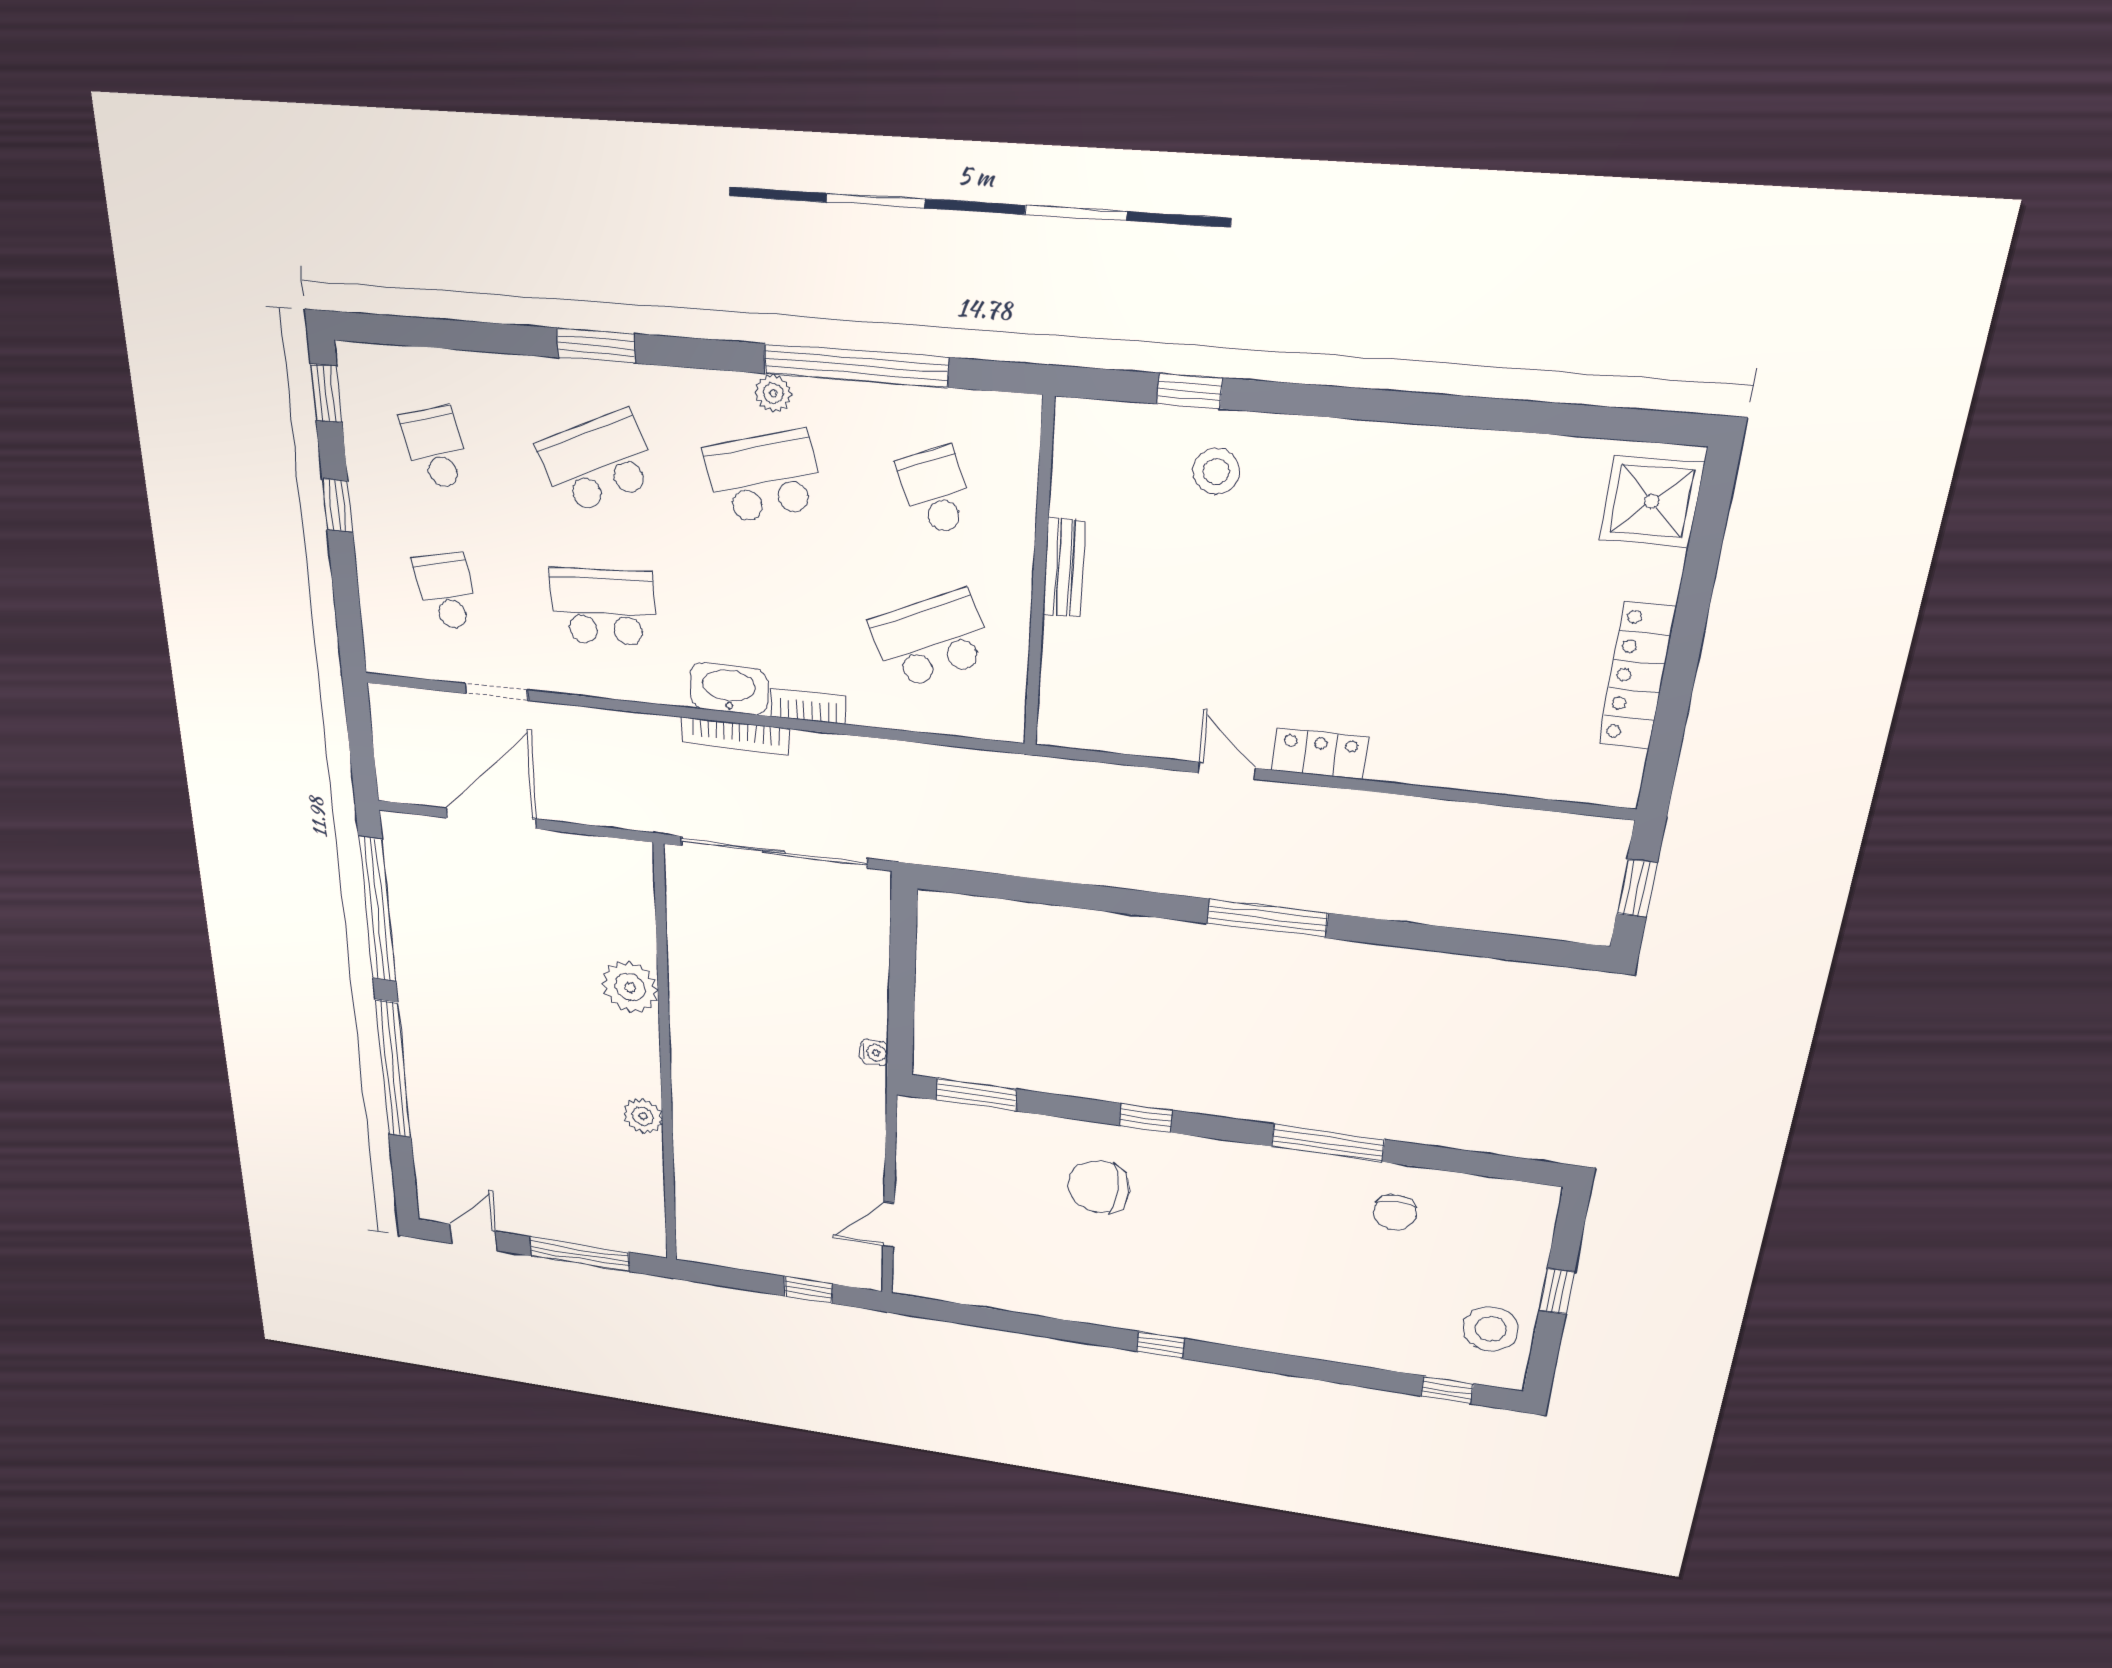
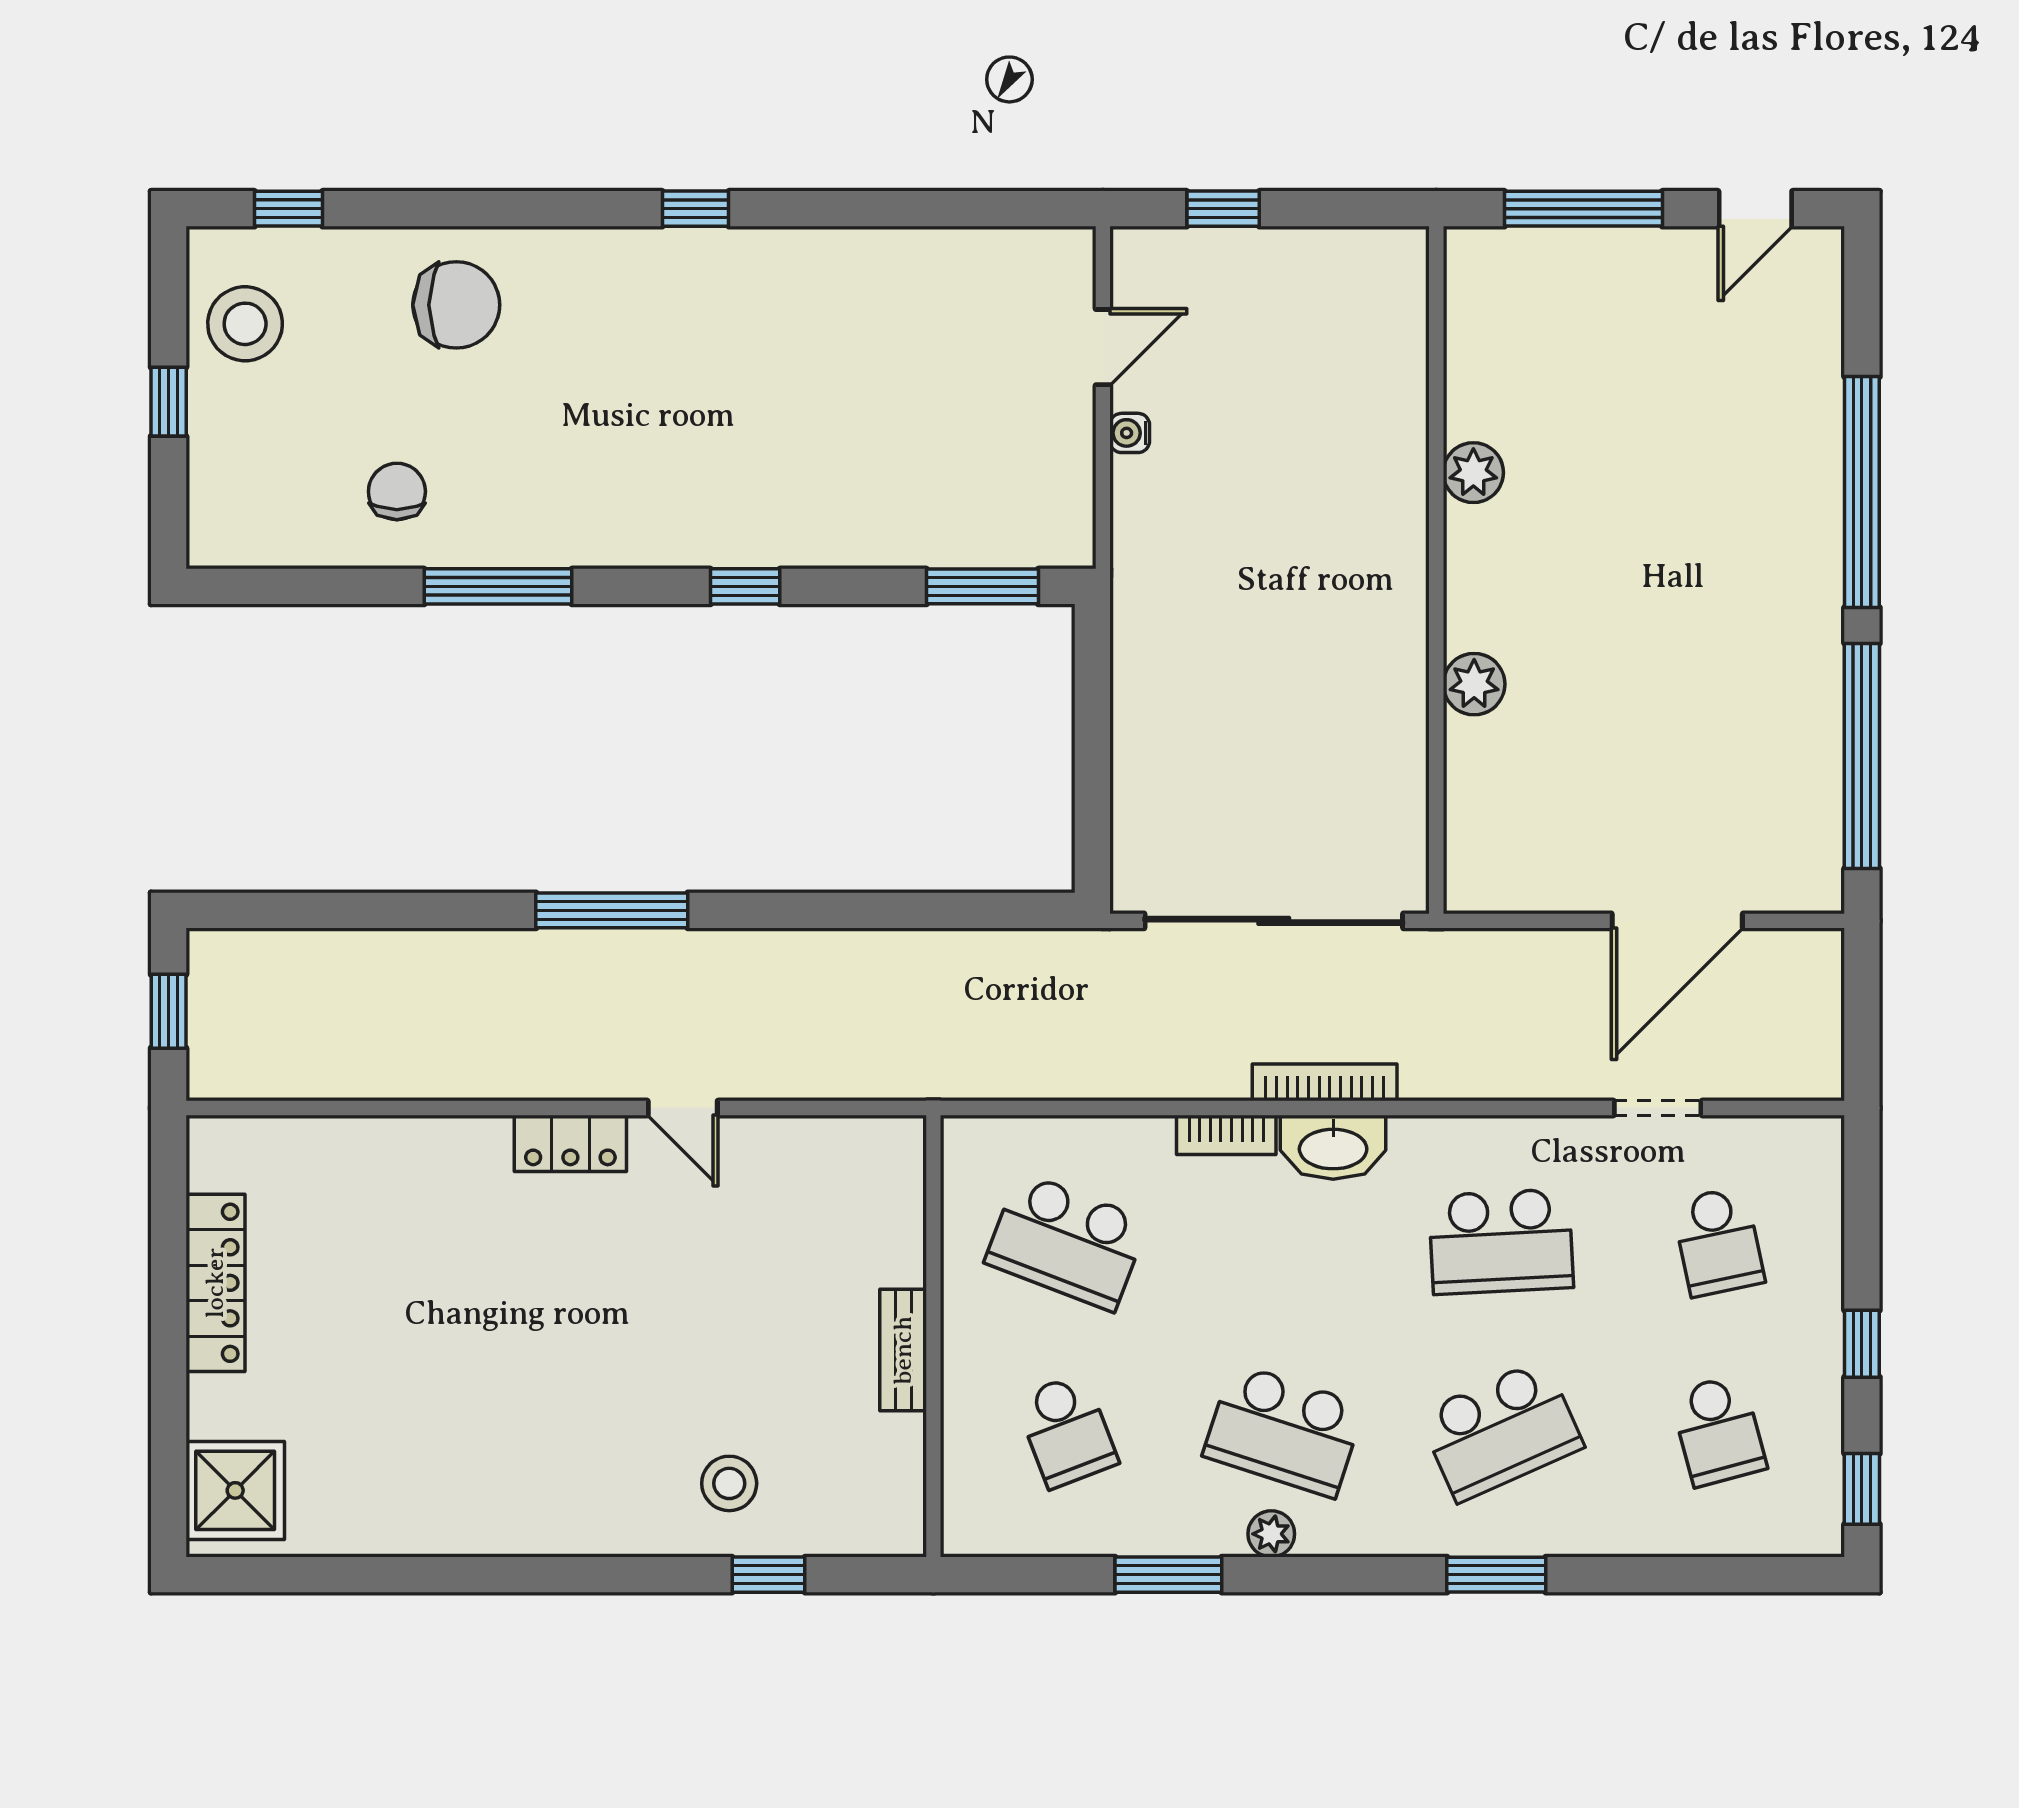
window: (856, 366) -> (1168, 1575), width x0.47
school desk: (764, 477) -> (1284, 1431), turned 33
school desk: (931, 639) -> (1067, 1242), turned 45
plant: (630, 987) -> (1474, 684), width x0.73, depth x0.73
water cooler: (874, 1053) -> (1130, 433), moved
chair: (1099, 1187) -> (456, 305), moved

